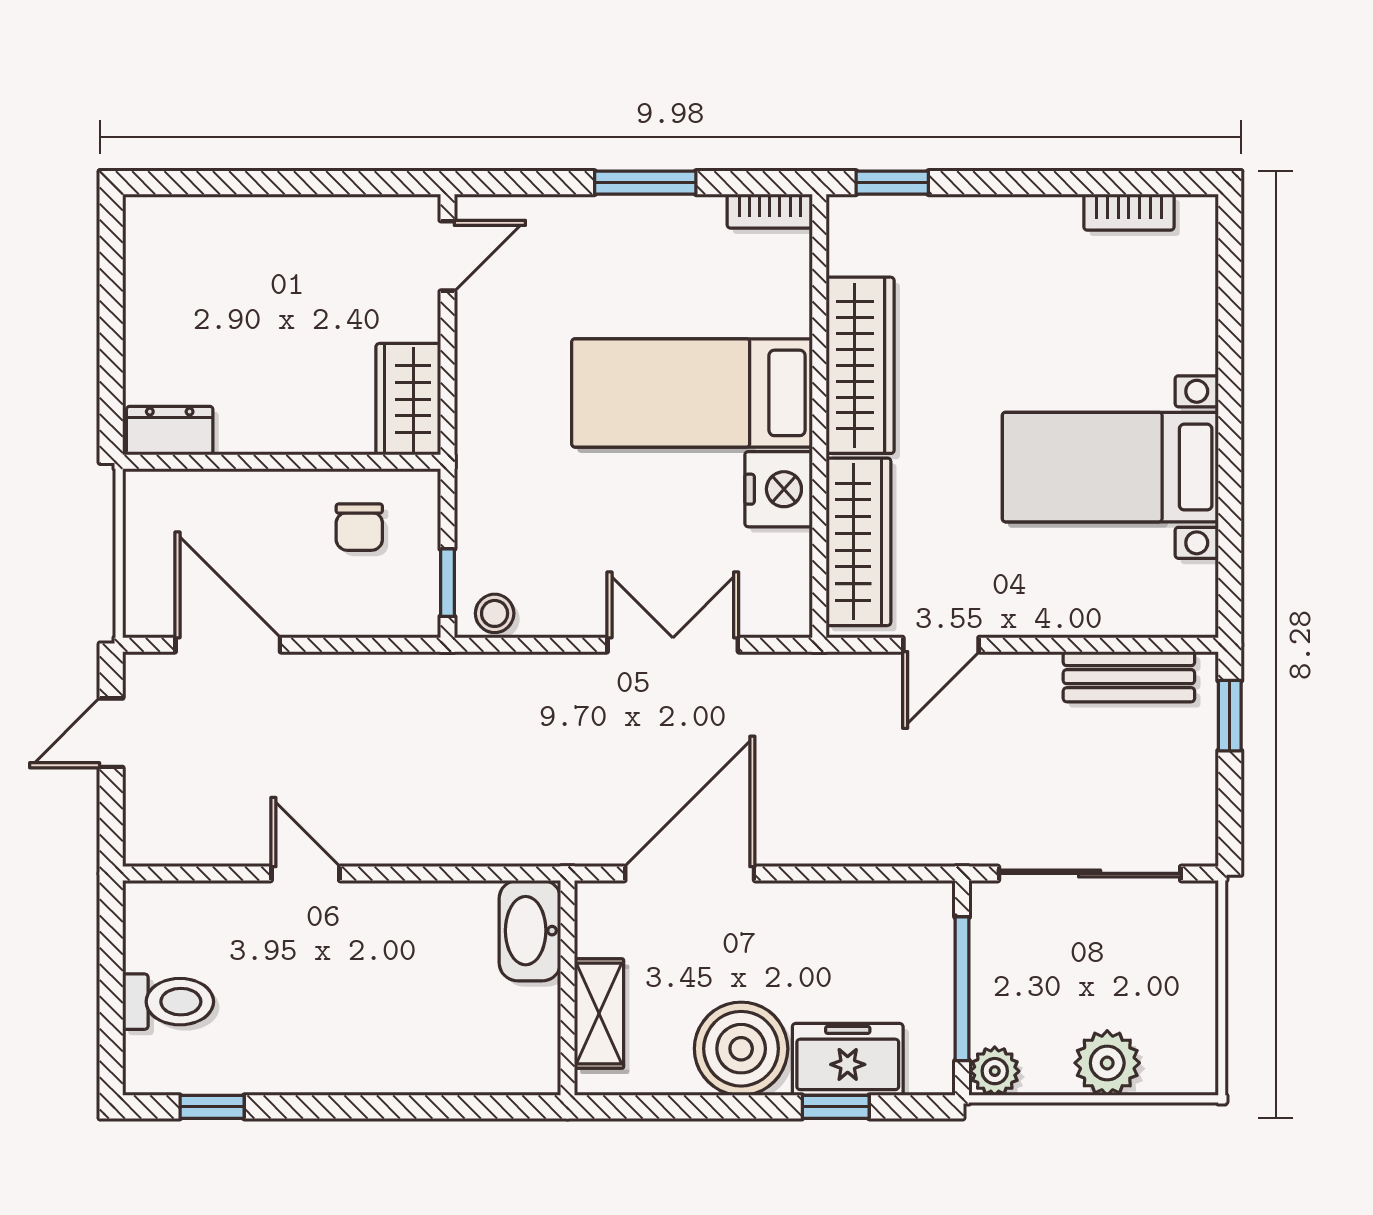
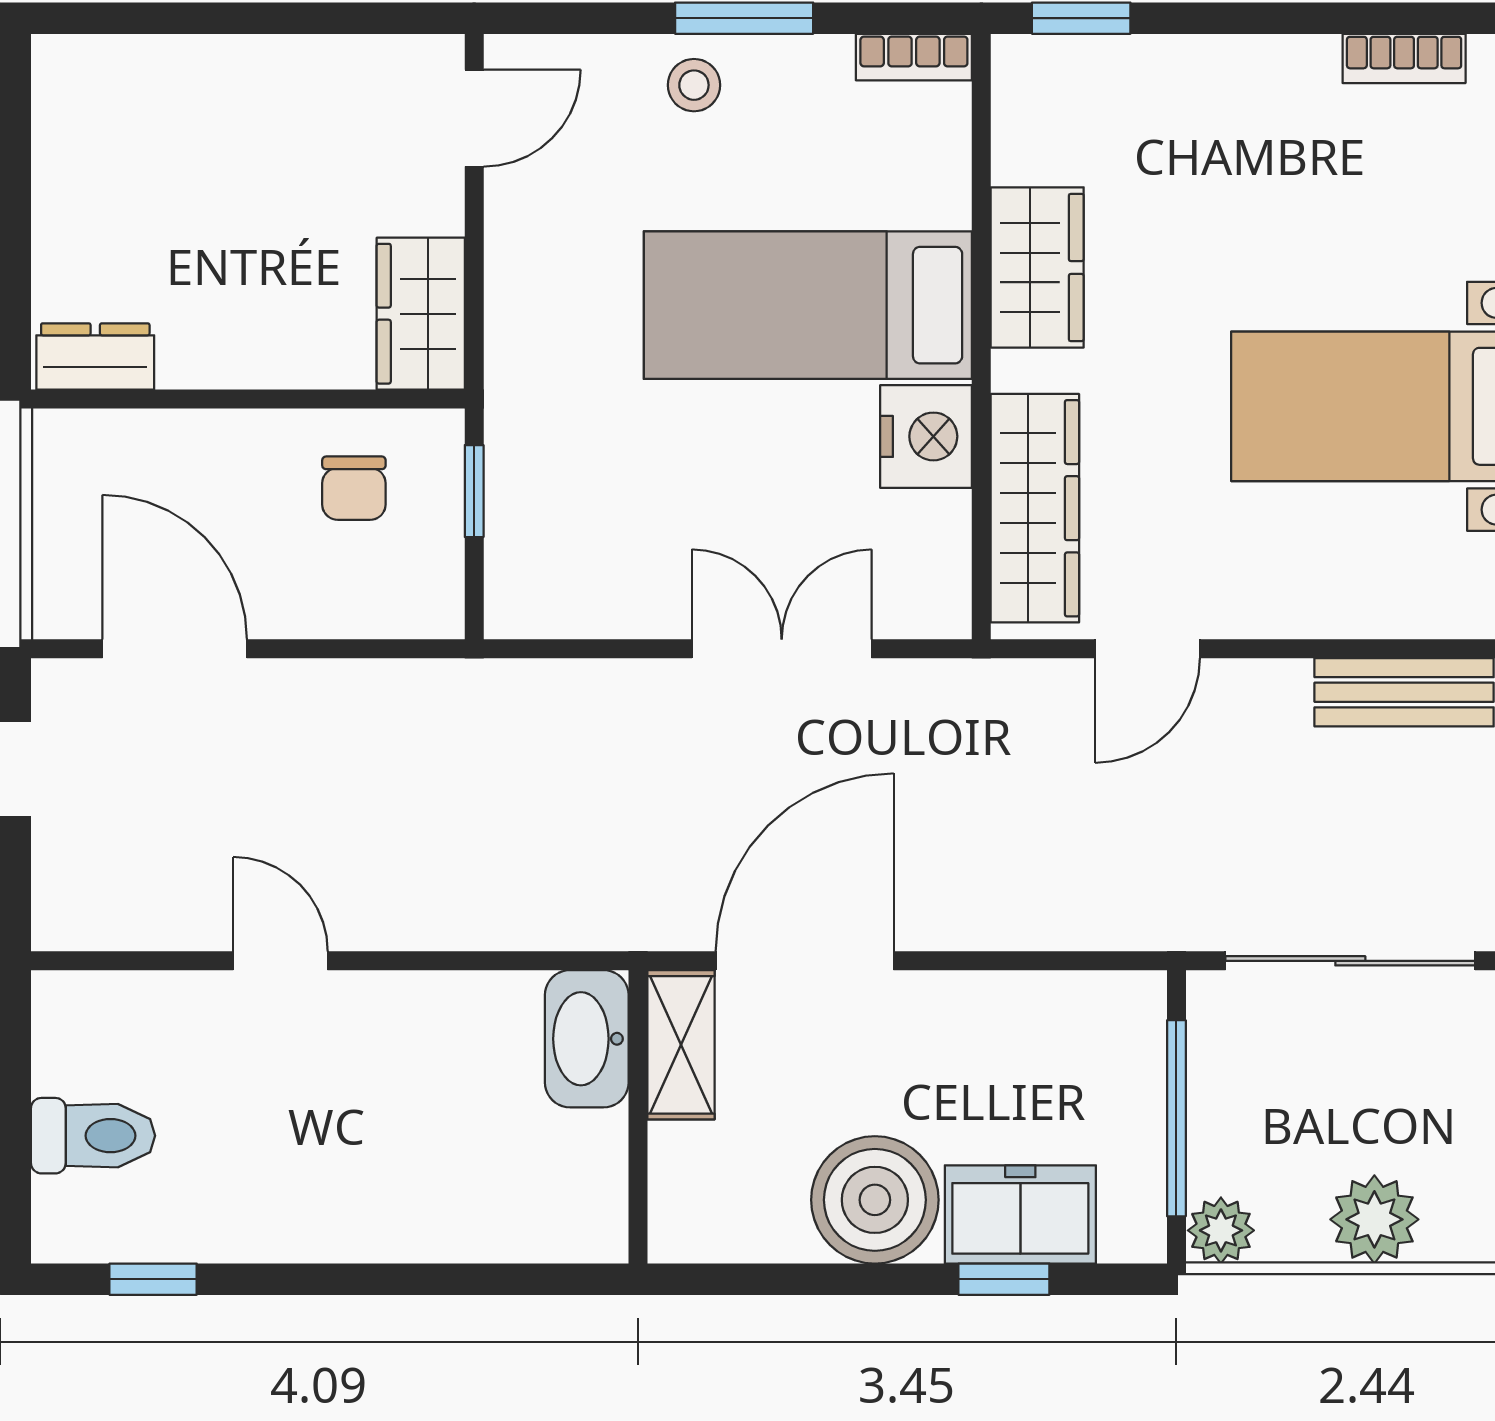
wardrobe: (860, 365) -> (1037, 267), width x0.67
window: (447, 583) -> (474, 491), moved
stool: (495, 613) -> (694, 85), moved
shelving: (599, 1014) -> (681, 1045), moved

